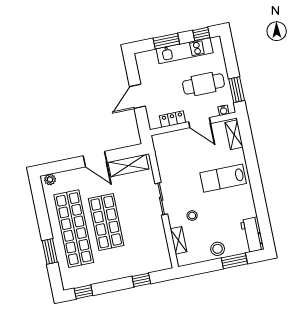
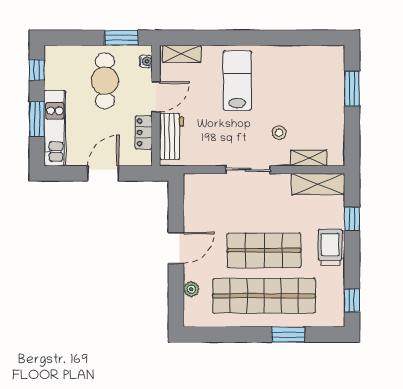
kitchen unit: (185, 51) -> (55, 128), moved
door: (137, 96) -> (103, 173), swing flipped
shelving: (128, 166) -> (318, 184), moved, turned 90
lab bench: (223, 178) -> (237, 80), turned 180
plant: (50, 180) -> (191, 289), moved
workbench: (252, 235) -> (171, 136), moved, turned -90
stool: (218, 249) -> (331, 108), removed
trolley: (118, 269) -> (330, 247), added

